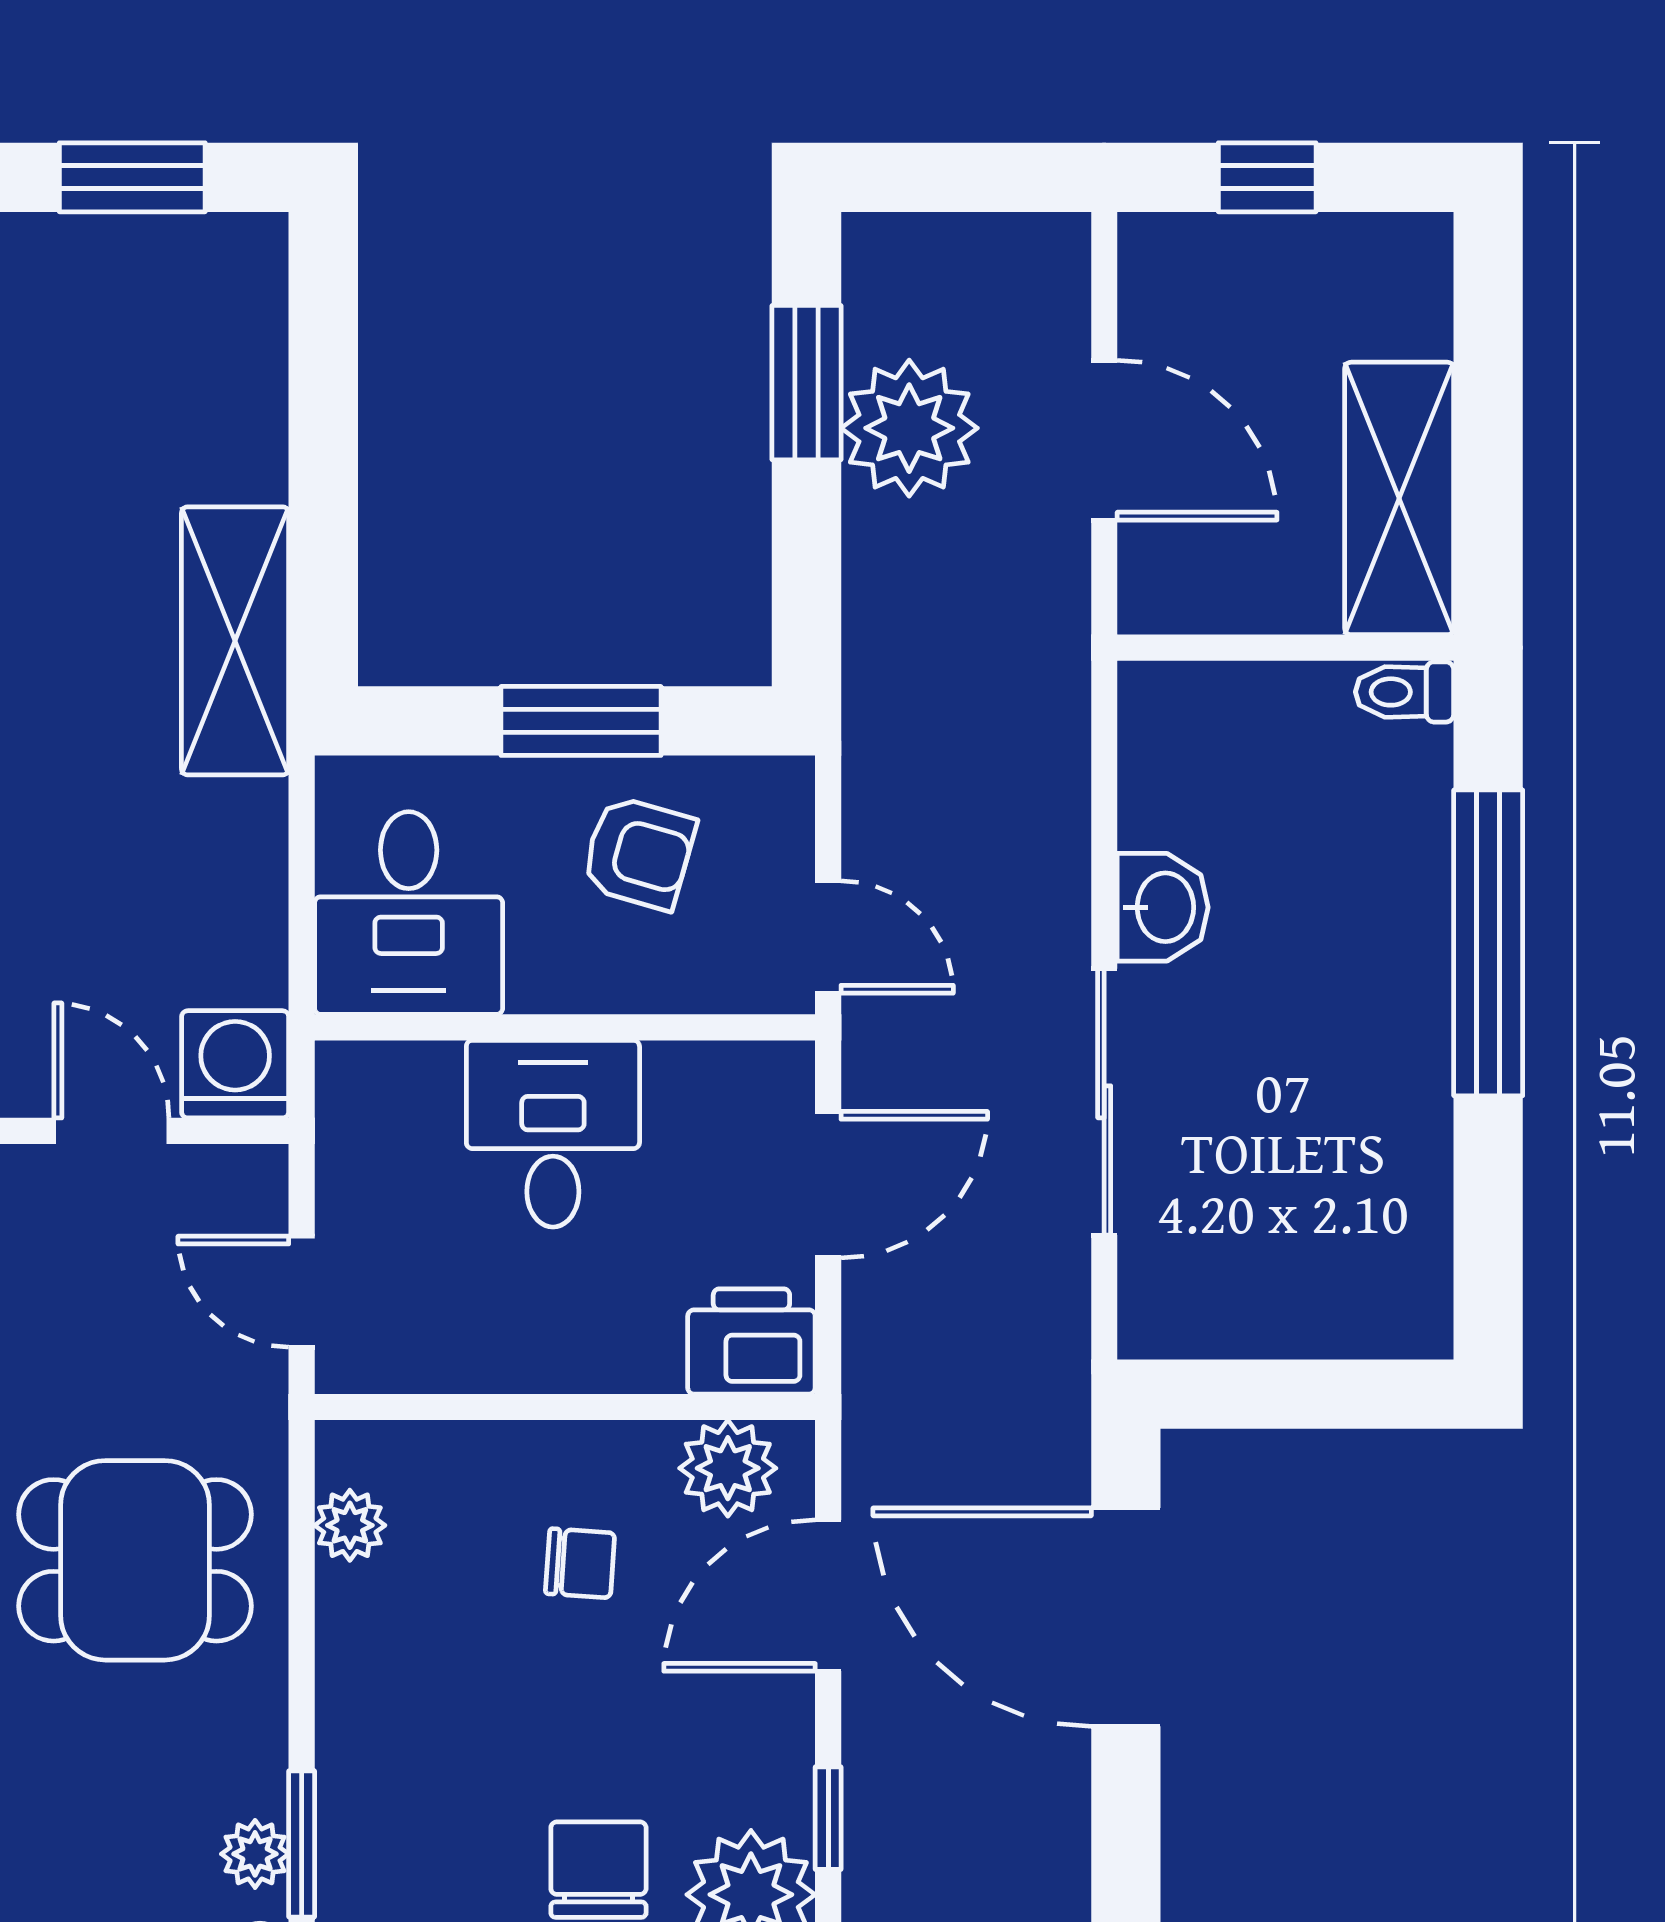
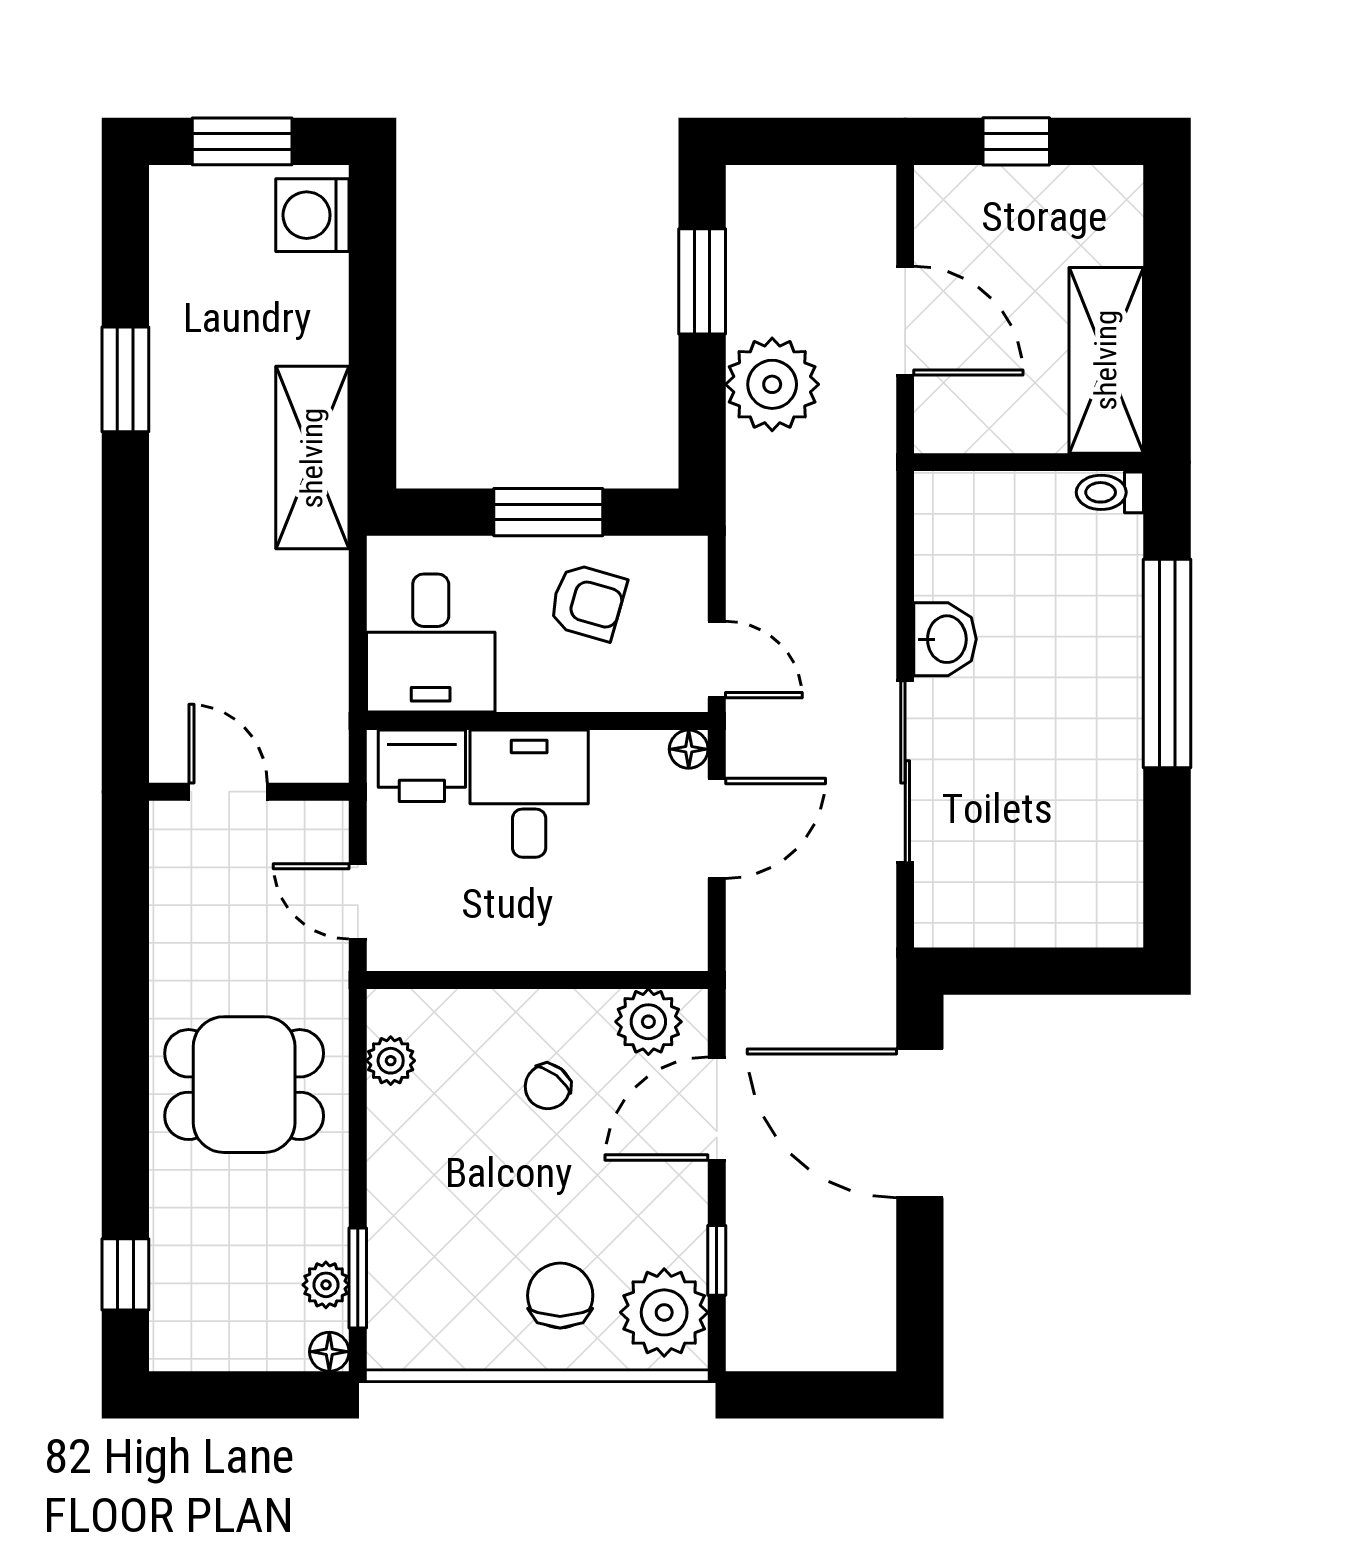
plant: (909, 428) -> (772, 384), moved
washing machine: (235, 1064) -> (312, 215), moved, turned -90
floor lamp: (787, 1069) -> (689, 749), added
printer: (751, 1341) -> (422, 766), moved, turned 180
chair: (580, 1563) -> (548, 1087), turned 124

